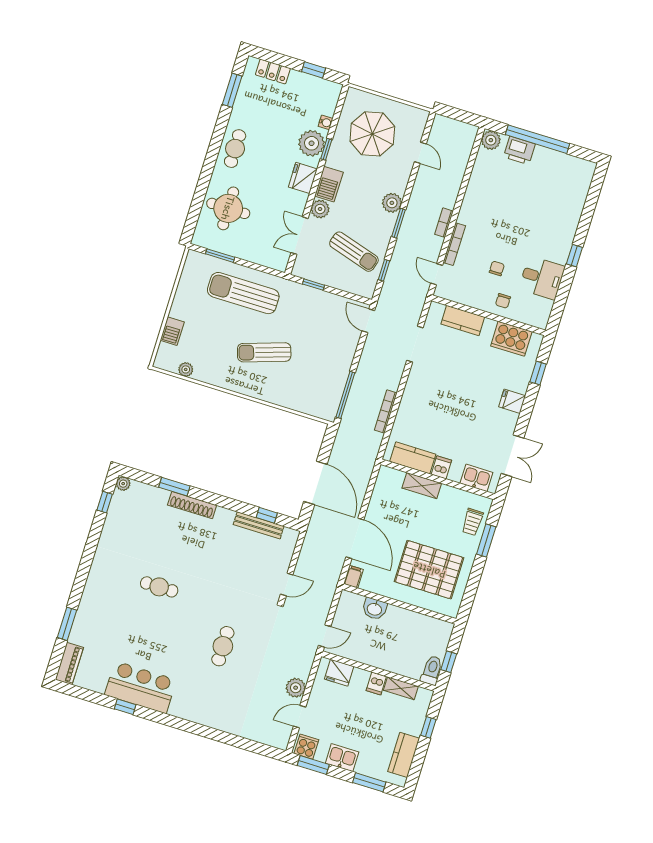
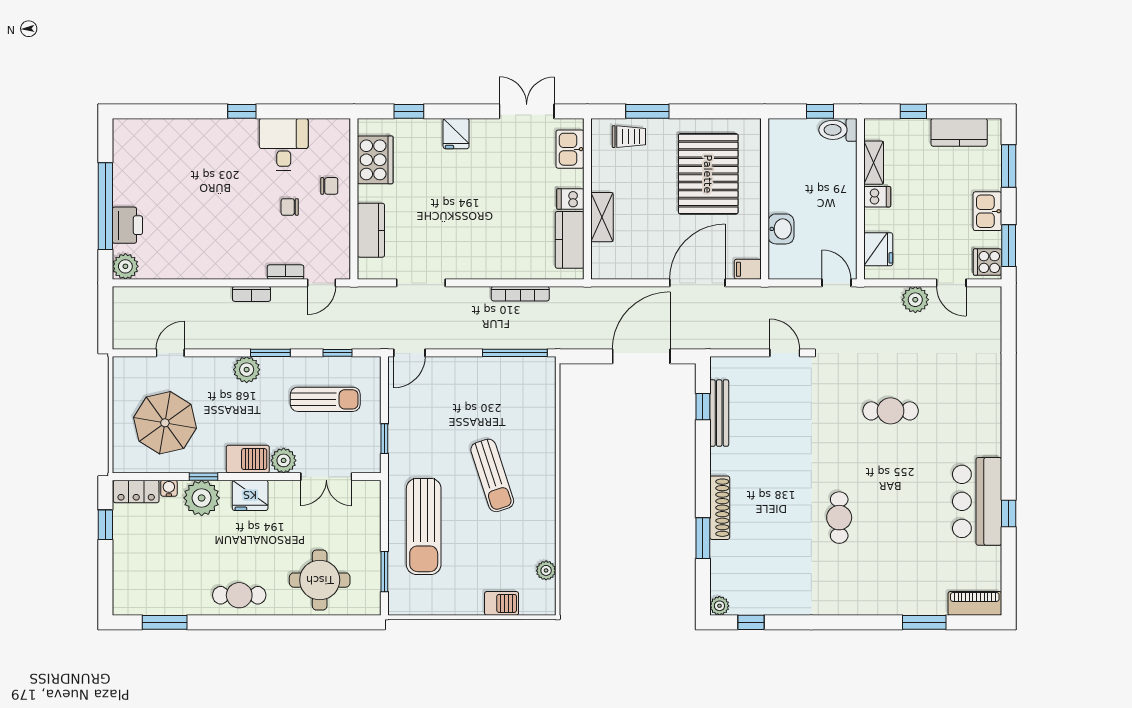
locker: (273, 71) -> (136, 492), moved, turned 90
bookcase: (454, 244) -> (285, 272), width x0.64
sun lounger: (354, 252) -> (325, 399), turned 73

